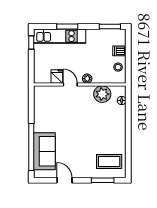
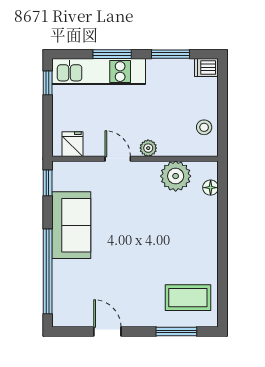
window: (110, 27) -> (171, 54), moved
dishwasher: (119, 51) -> (206, 67), moved
fridge: (57, 76) -> (72, 144), moved
window: (31, 98) -> (48, 183), added
sofa: (44, 151) -> (71, 225), moved

